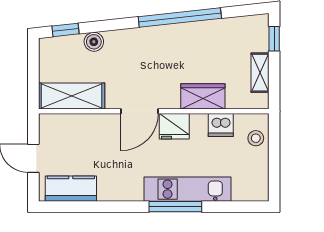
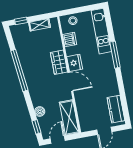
door: (33, 66) -> (58, 140), added
wardrobe: (203, 96) -> (59, 62), moved
kitchen unit: (188, 189) -> (101, 31), moved

